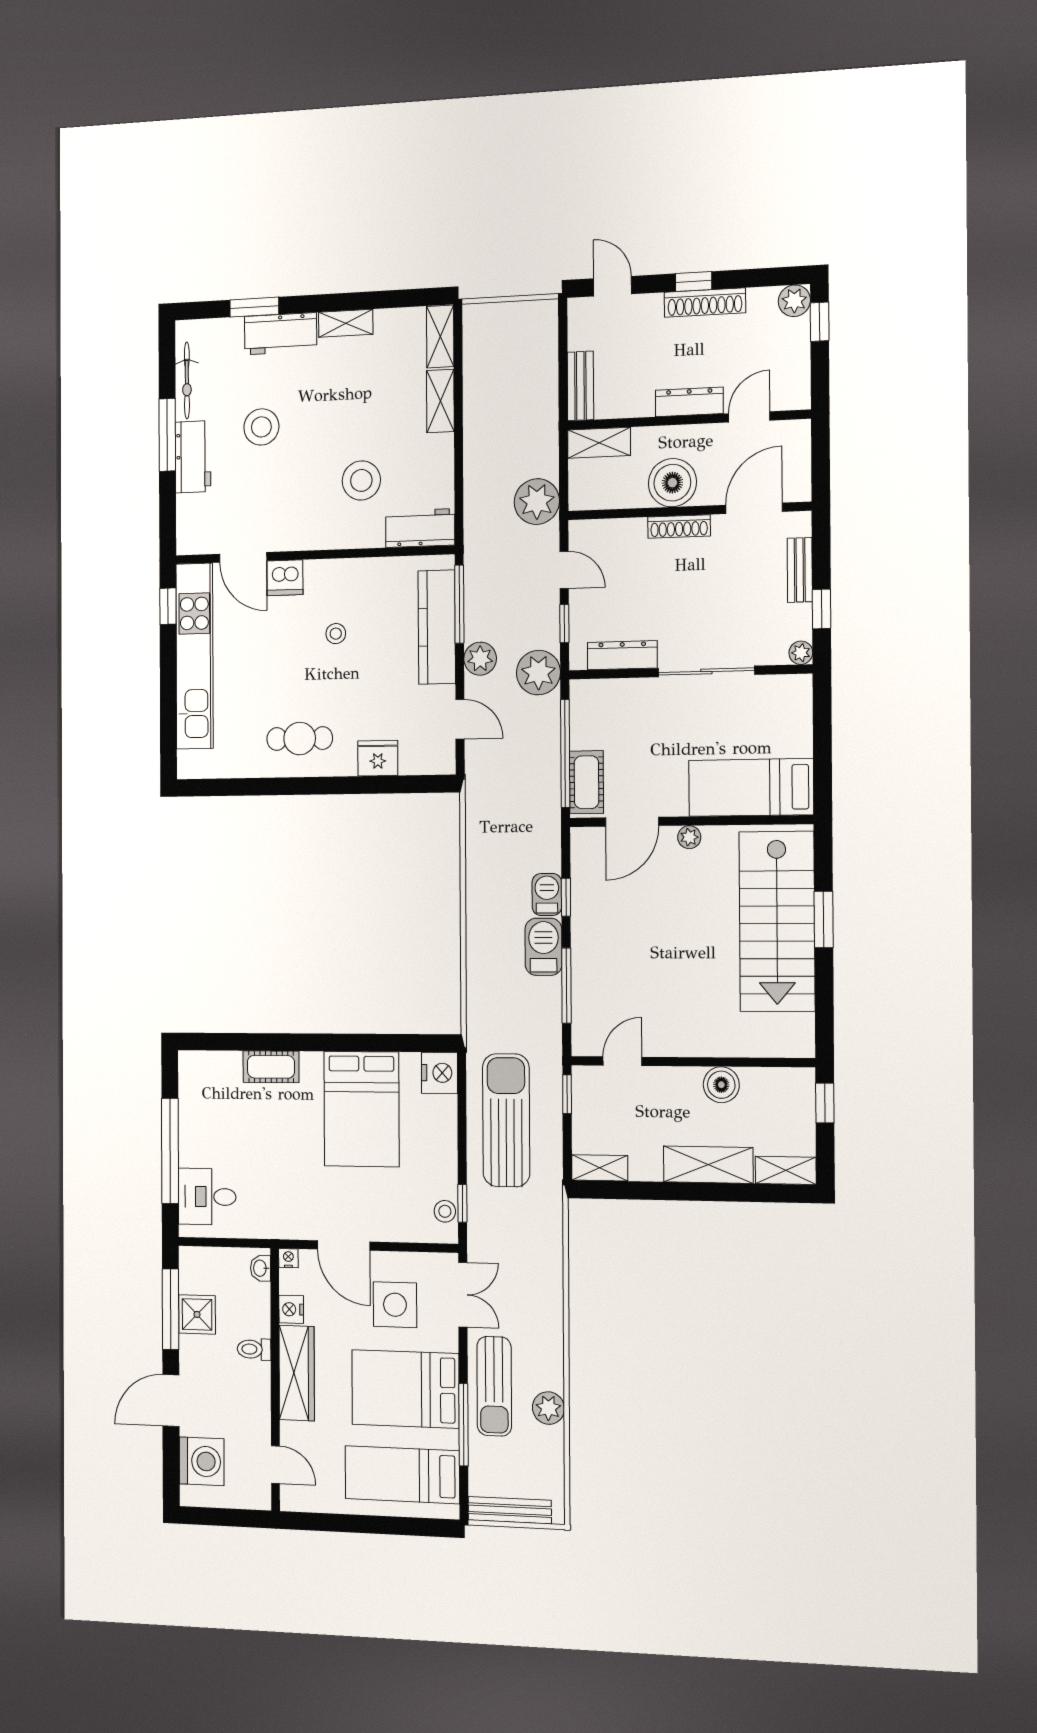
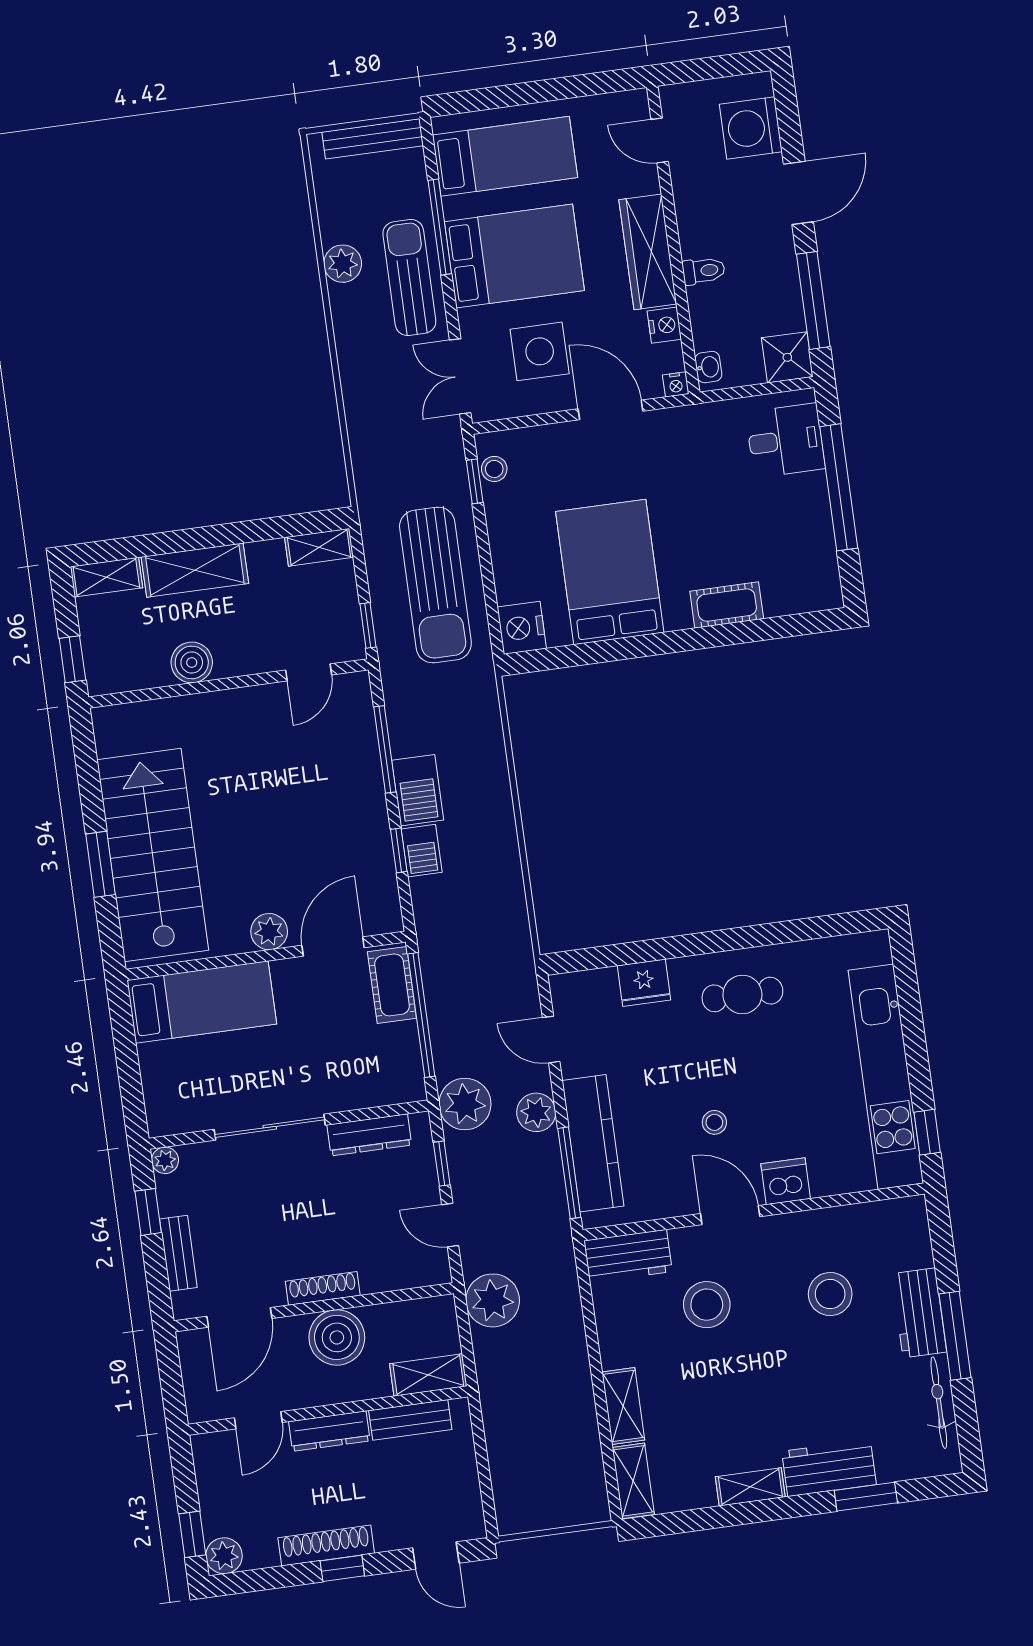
bench: (580, 386) -> (410, 1420), moved, turned 90
stool: (261, 427) -> (830, 1294), moved
door: (243, 557) -> (730, 1215), moved
plant: (689, 837) -> (269, 932), width x1.38, depth x1.38
shower: (197, 1314) -> (787, 357), moved

